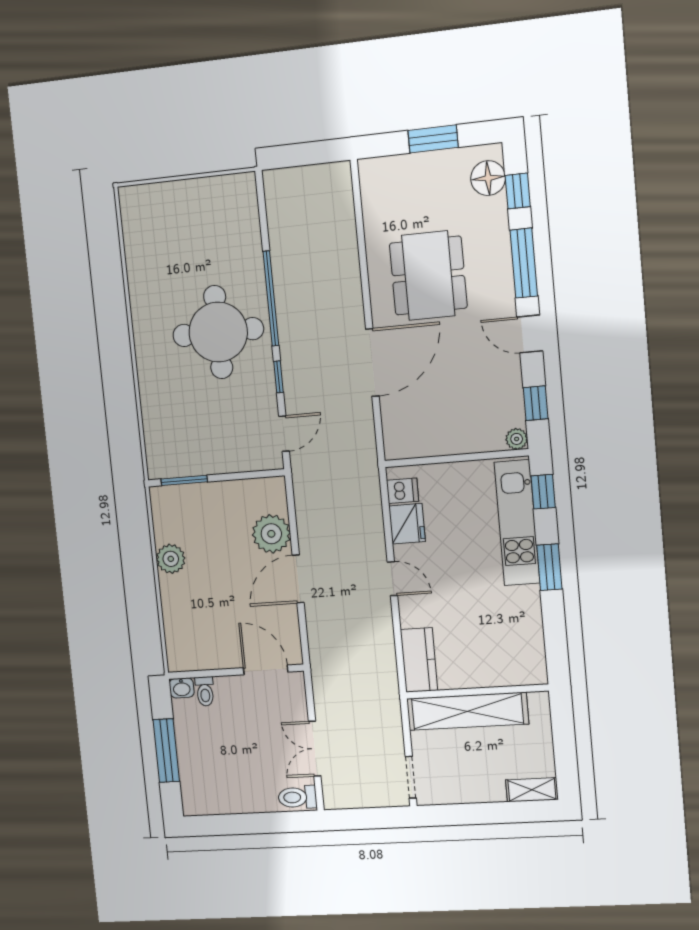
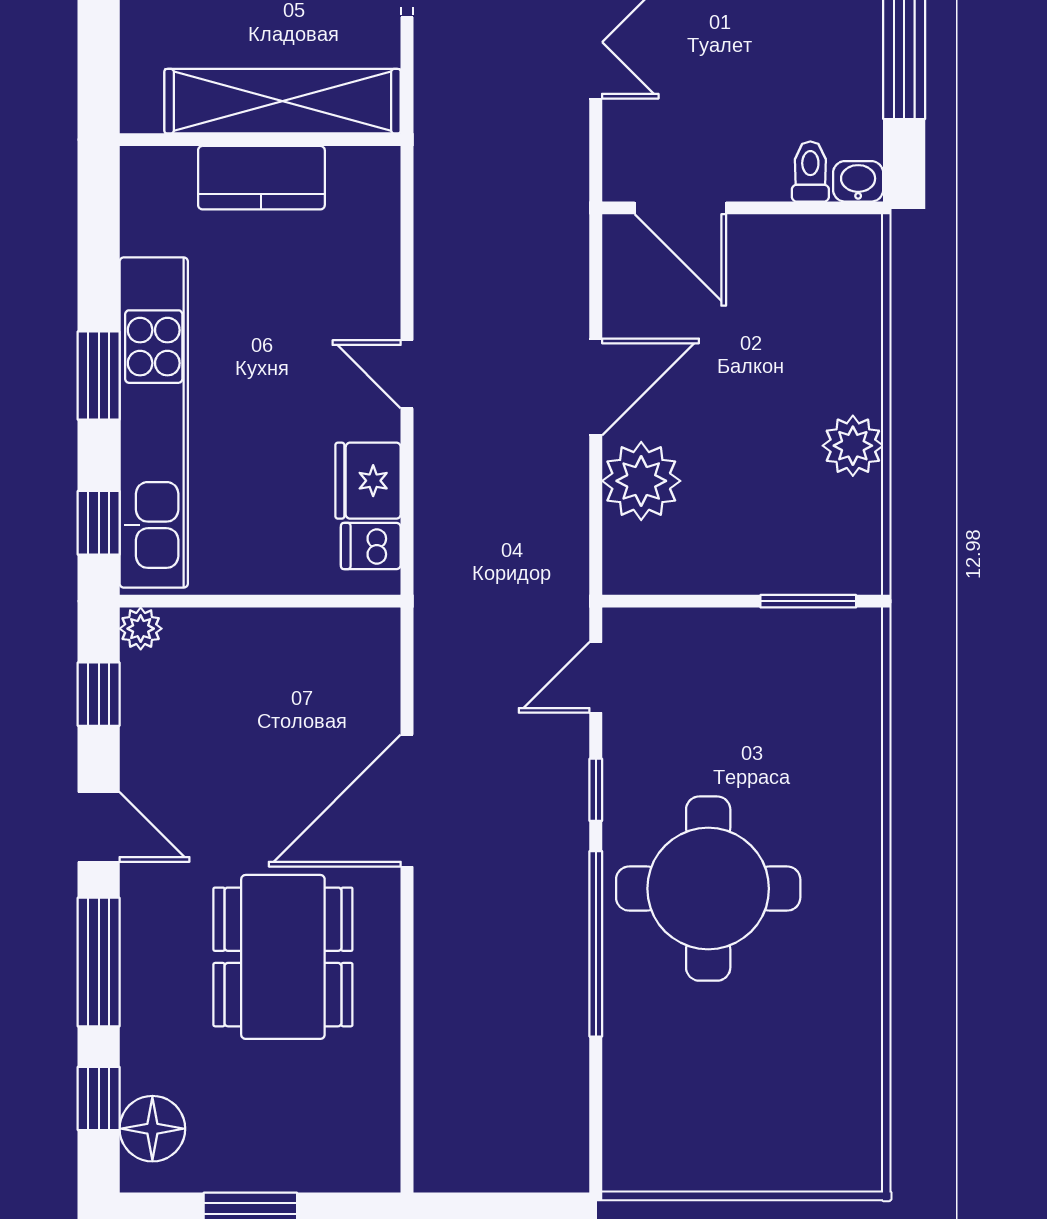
kitchen unit: (517, 523) -> (154, 423), width x1.36
kitchen counter: (419, 660) -> (261, 178), moved, turned -90

